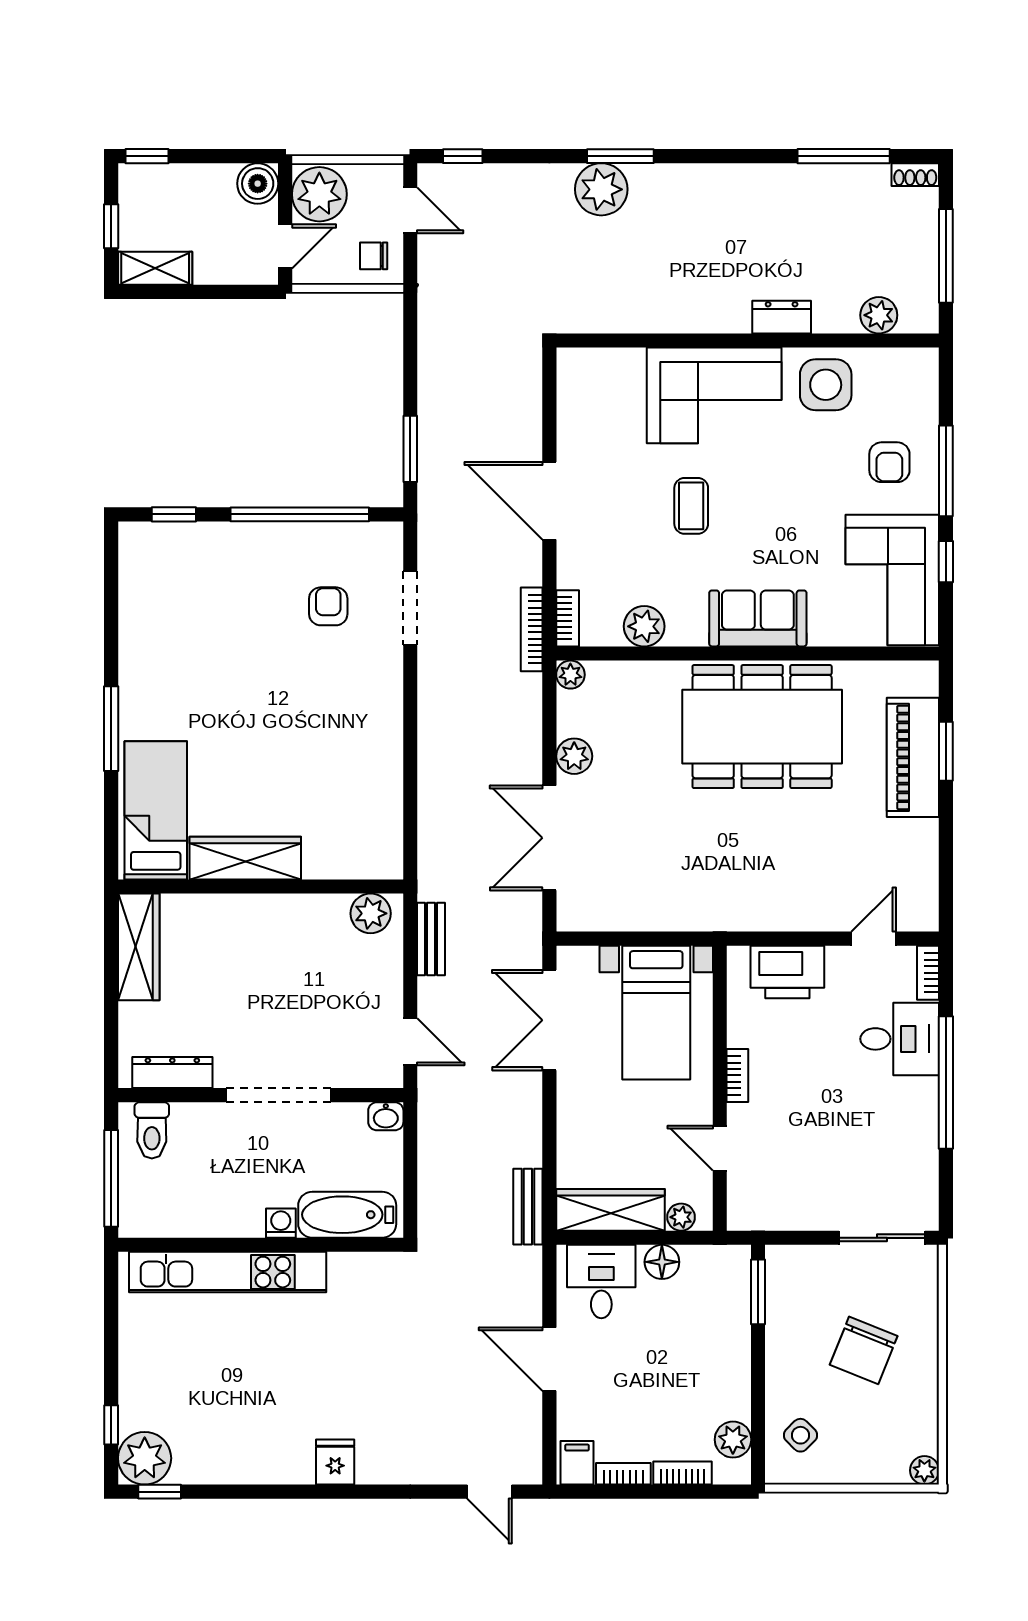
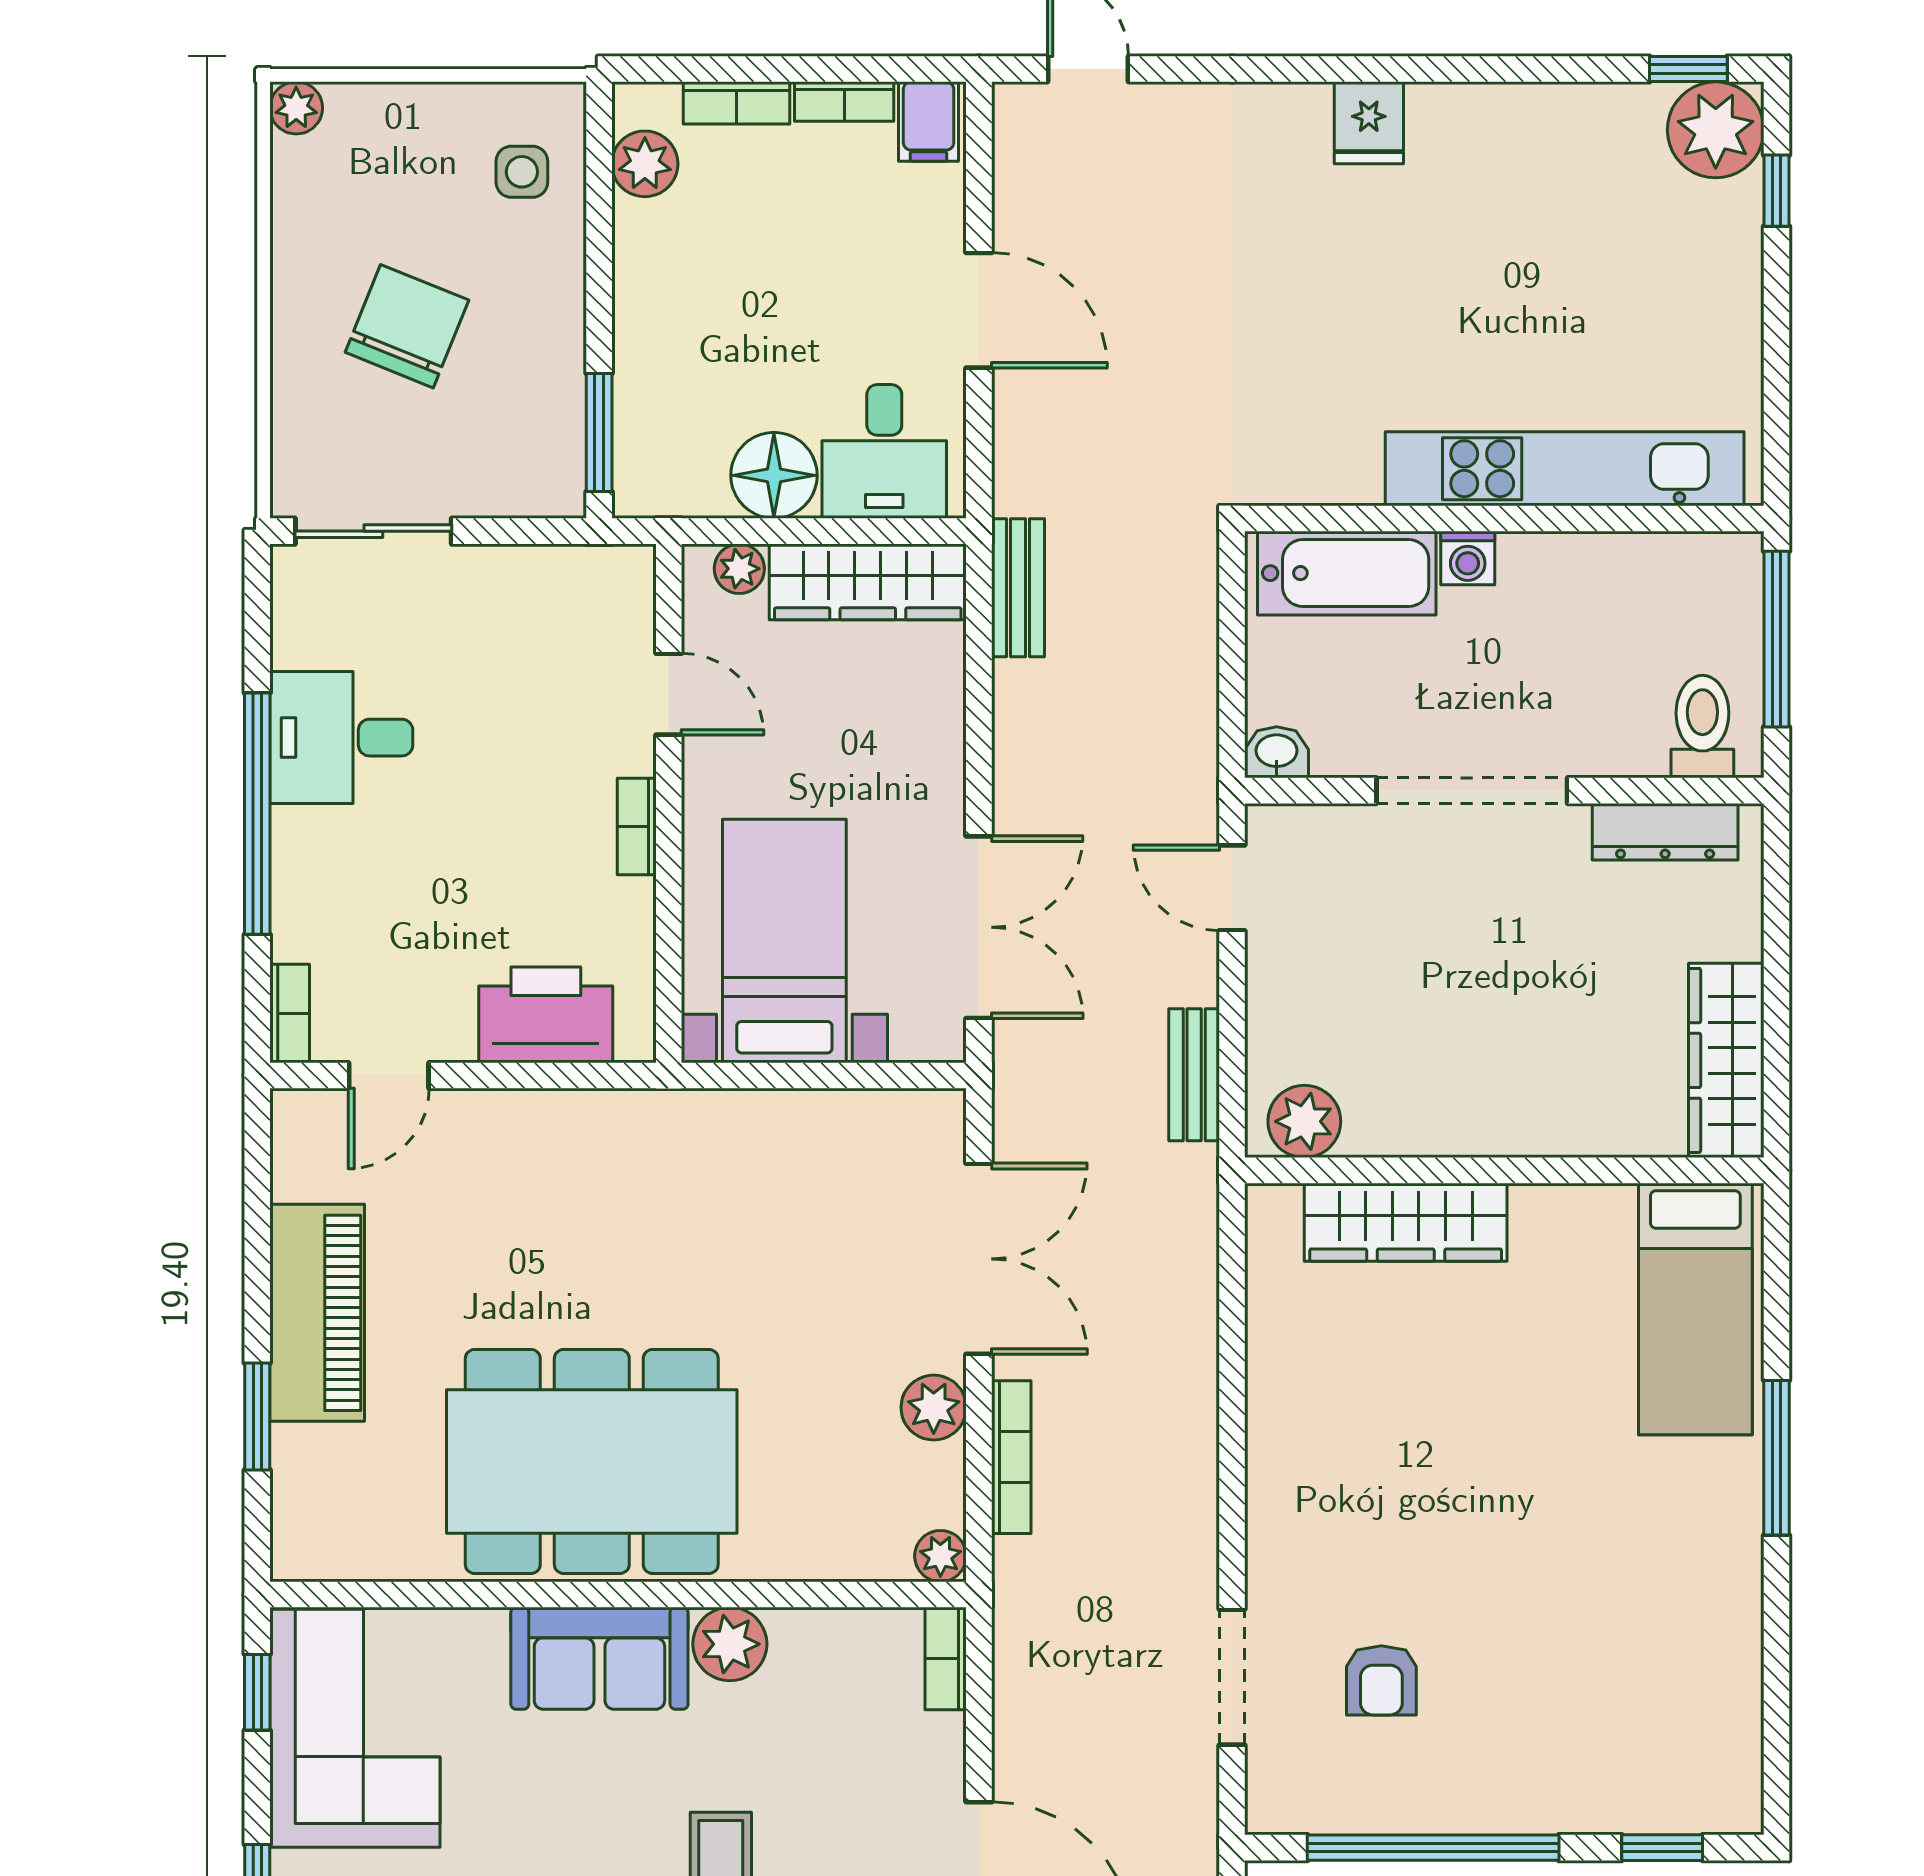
window: (946, 562) -> (257, 1692), moved
plant: (644, 626) -> (730, 1644), moved
bookcase: (532, 629) -> (1011, 1457), moved
piano: (913, 757) -> (317, 1313), moved
wardrobe: (245, 858) -> (1406, 1222), moved
desk: (900, 1039) -> (341, 738), moved
floor lamp: (662, 1262) -> (774, 475), width x1.38, depth x1.38
side table: (800, 1435) -> (522, 172), turned 45

